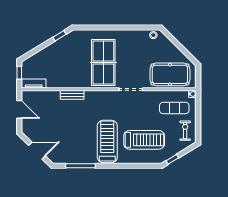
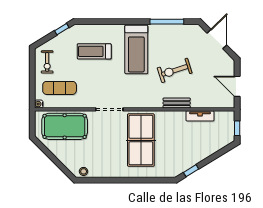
tv unit: (34, 84) -> (200, 116), moved
exercise bike: (74, 123) -> (175, 70), added
treadmill: (144, 140) -> (94, 51), width x0.73, depth x0.73
door: (37, 151) -> (217, 39), swing flipped

